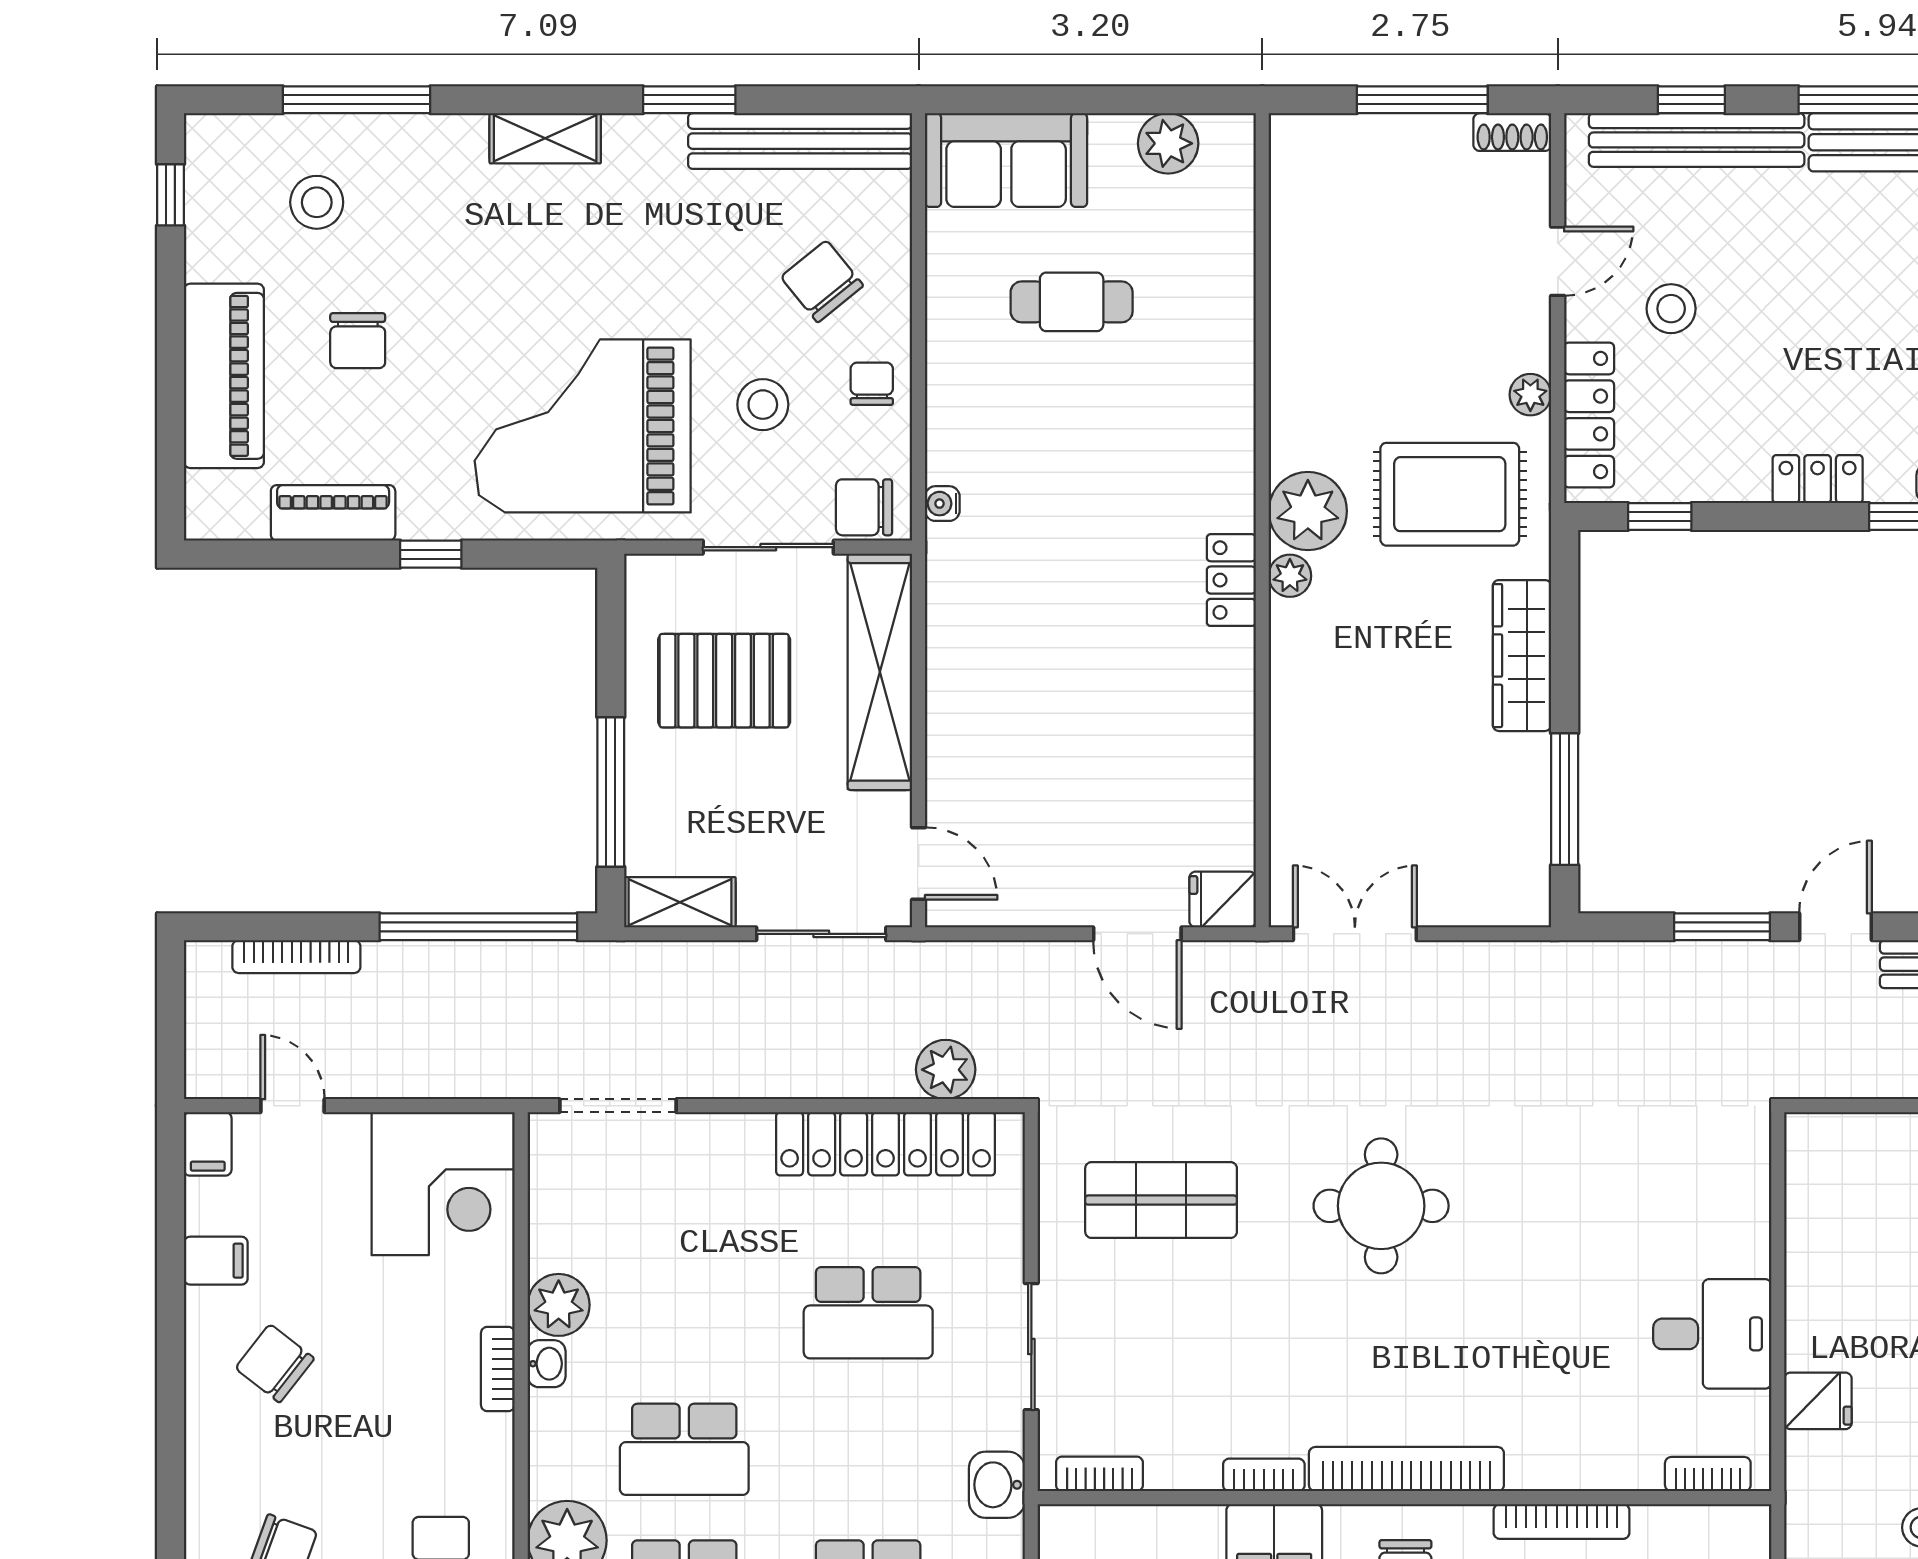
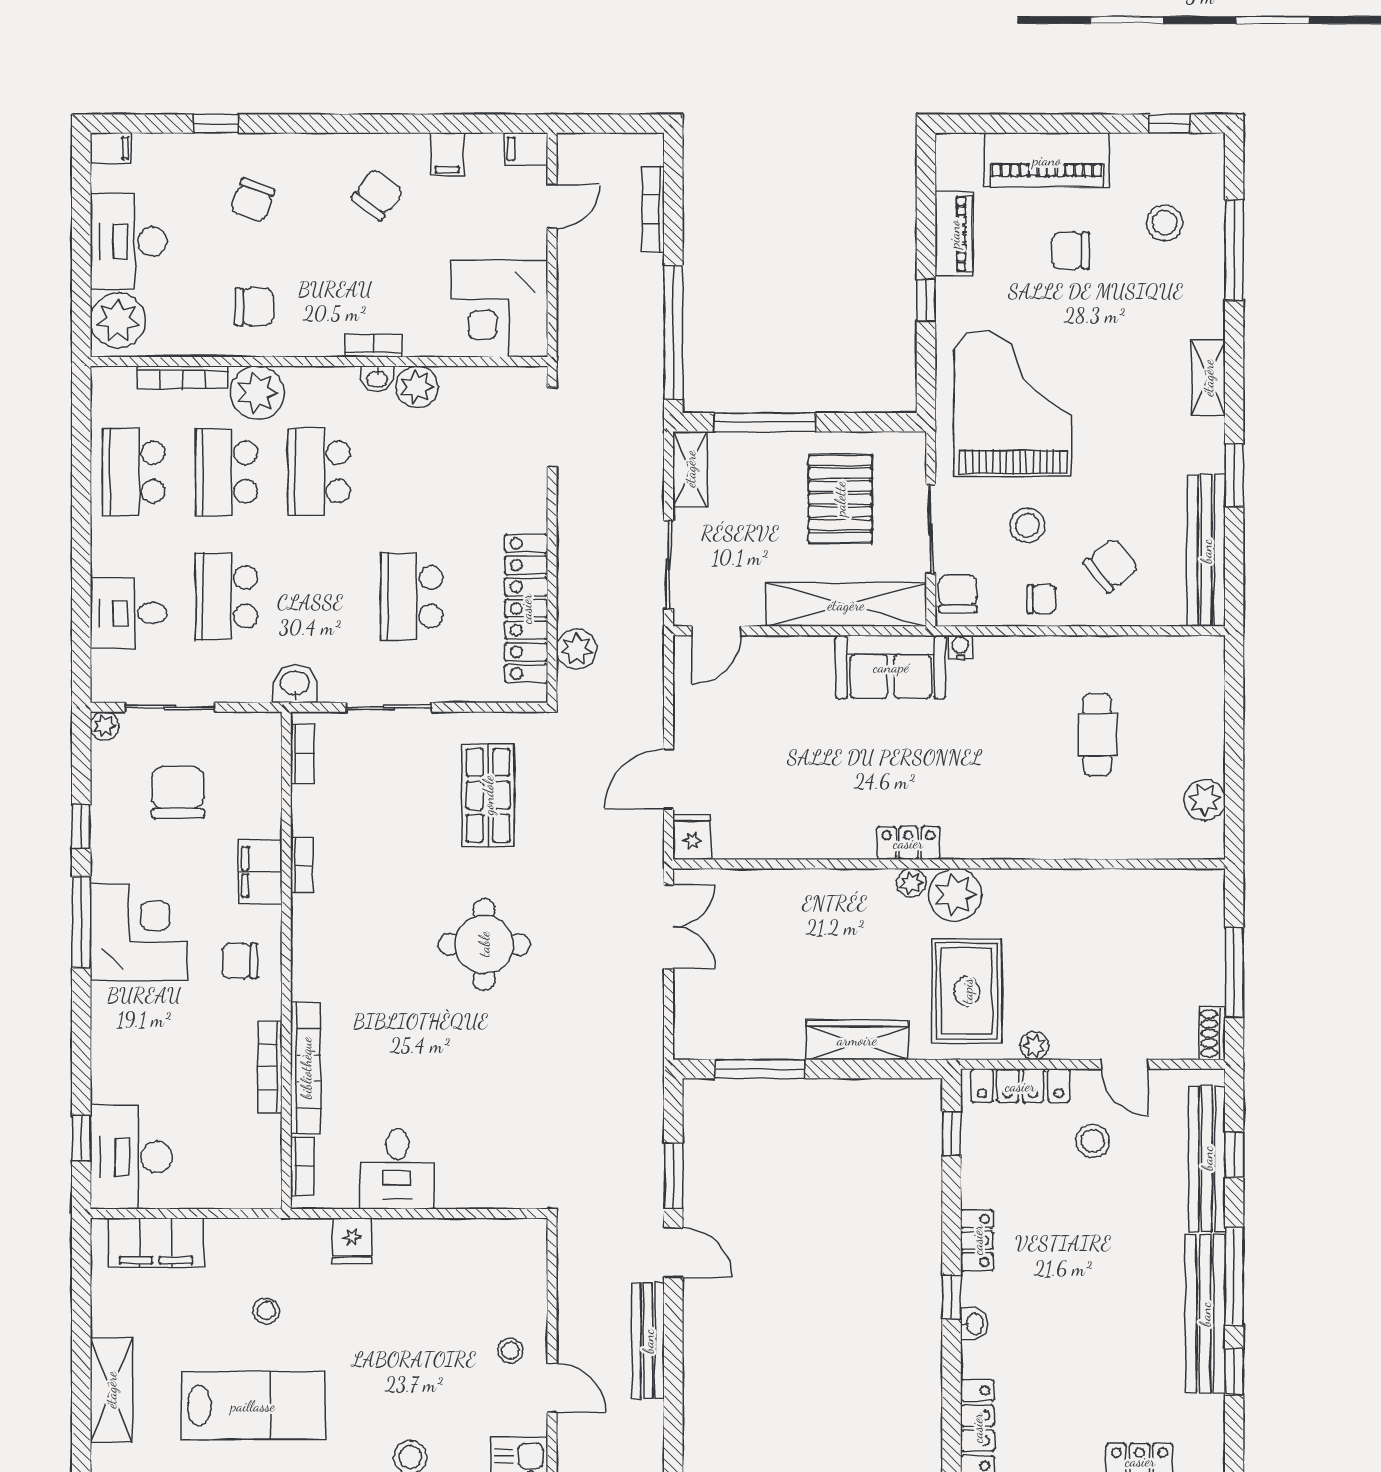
sofa: (1006, 160) -> (891, 667), moved, turned -90
bookcase: (1406, 1469) -> (306, 1068), moved

